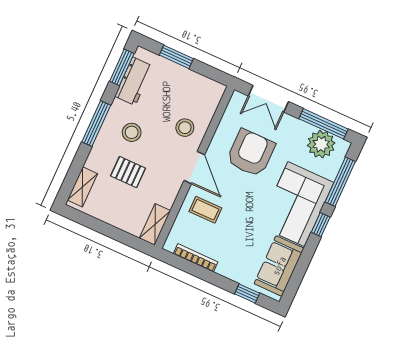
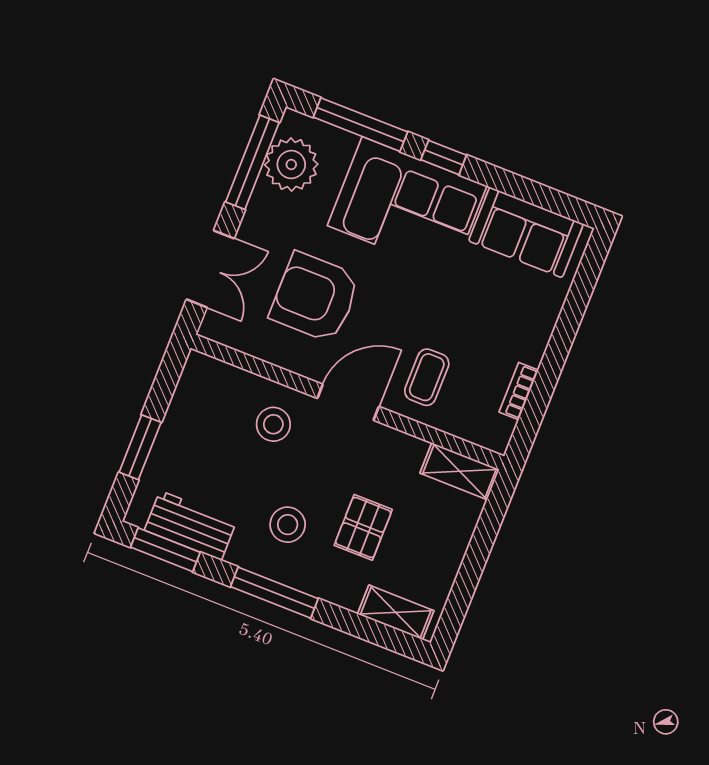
bookcase: (196, 258) -> (519, 391), width x0.64
window: (247, 293) -> (581, 290), removed

